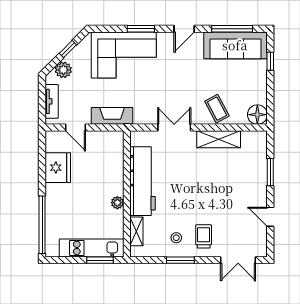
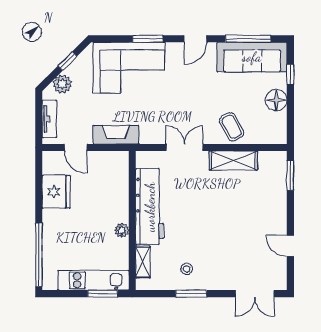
floor lamp: (257, 115) -> (276, 100), moved
window: (270, 172) -> (290, 175), moved
trolley: (204, 236) -> (217, 267), removed

